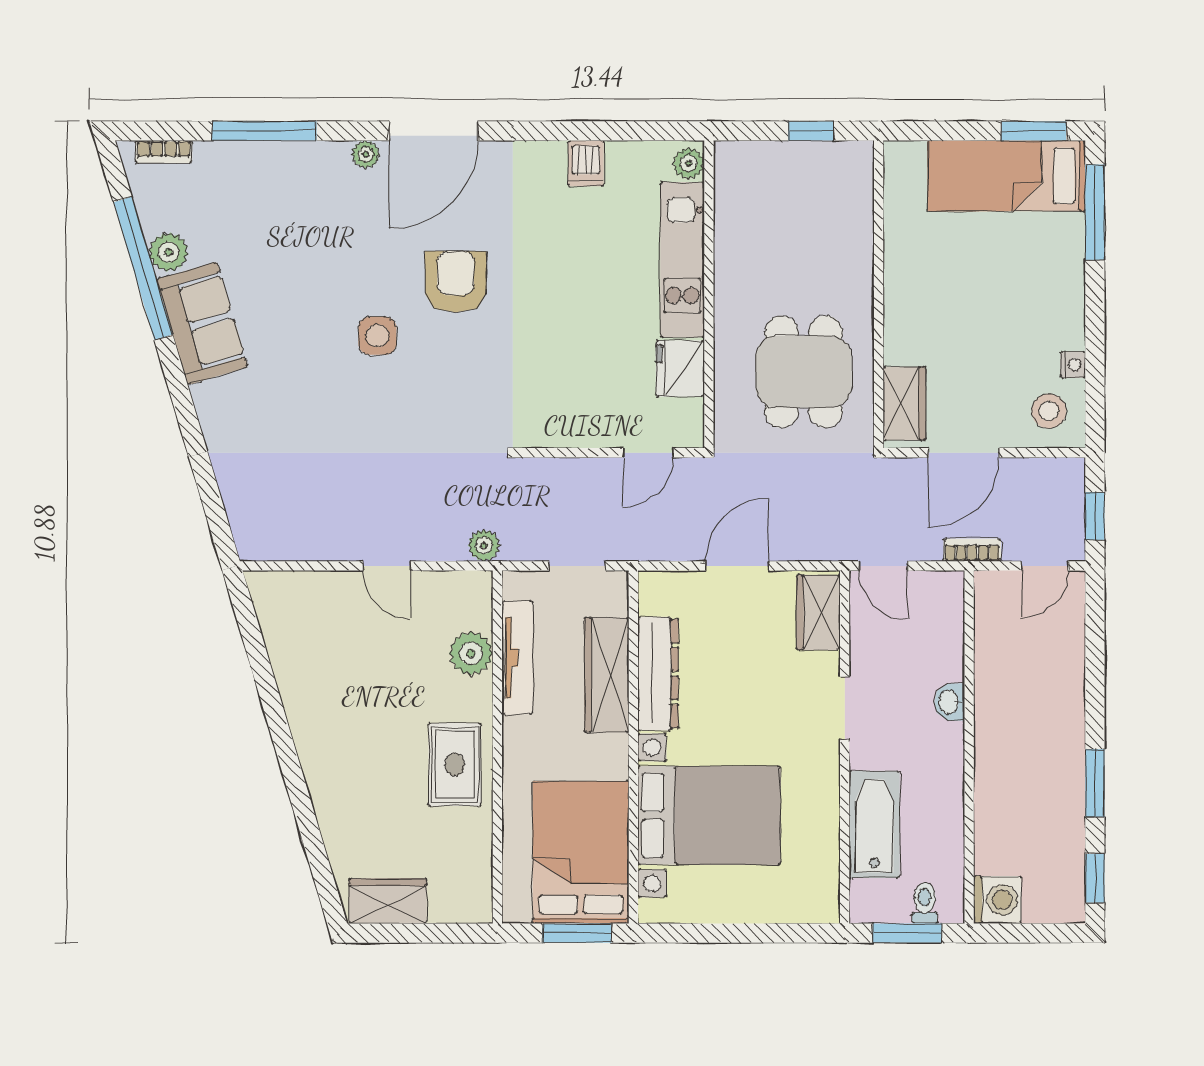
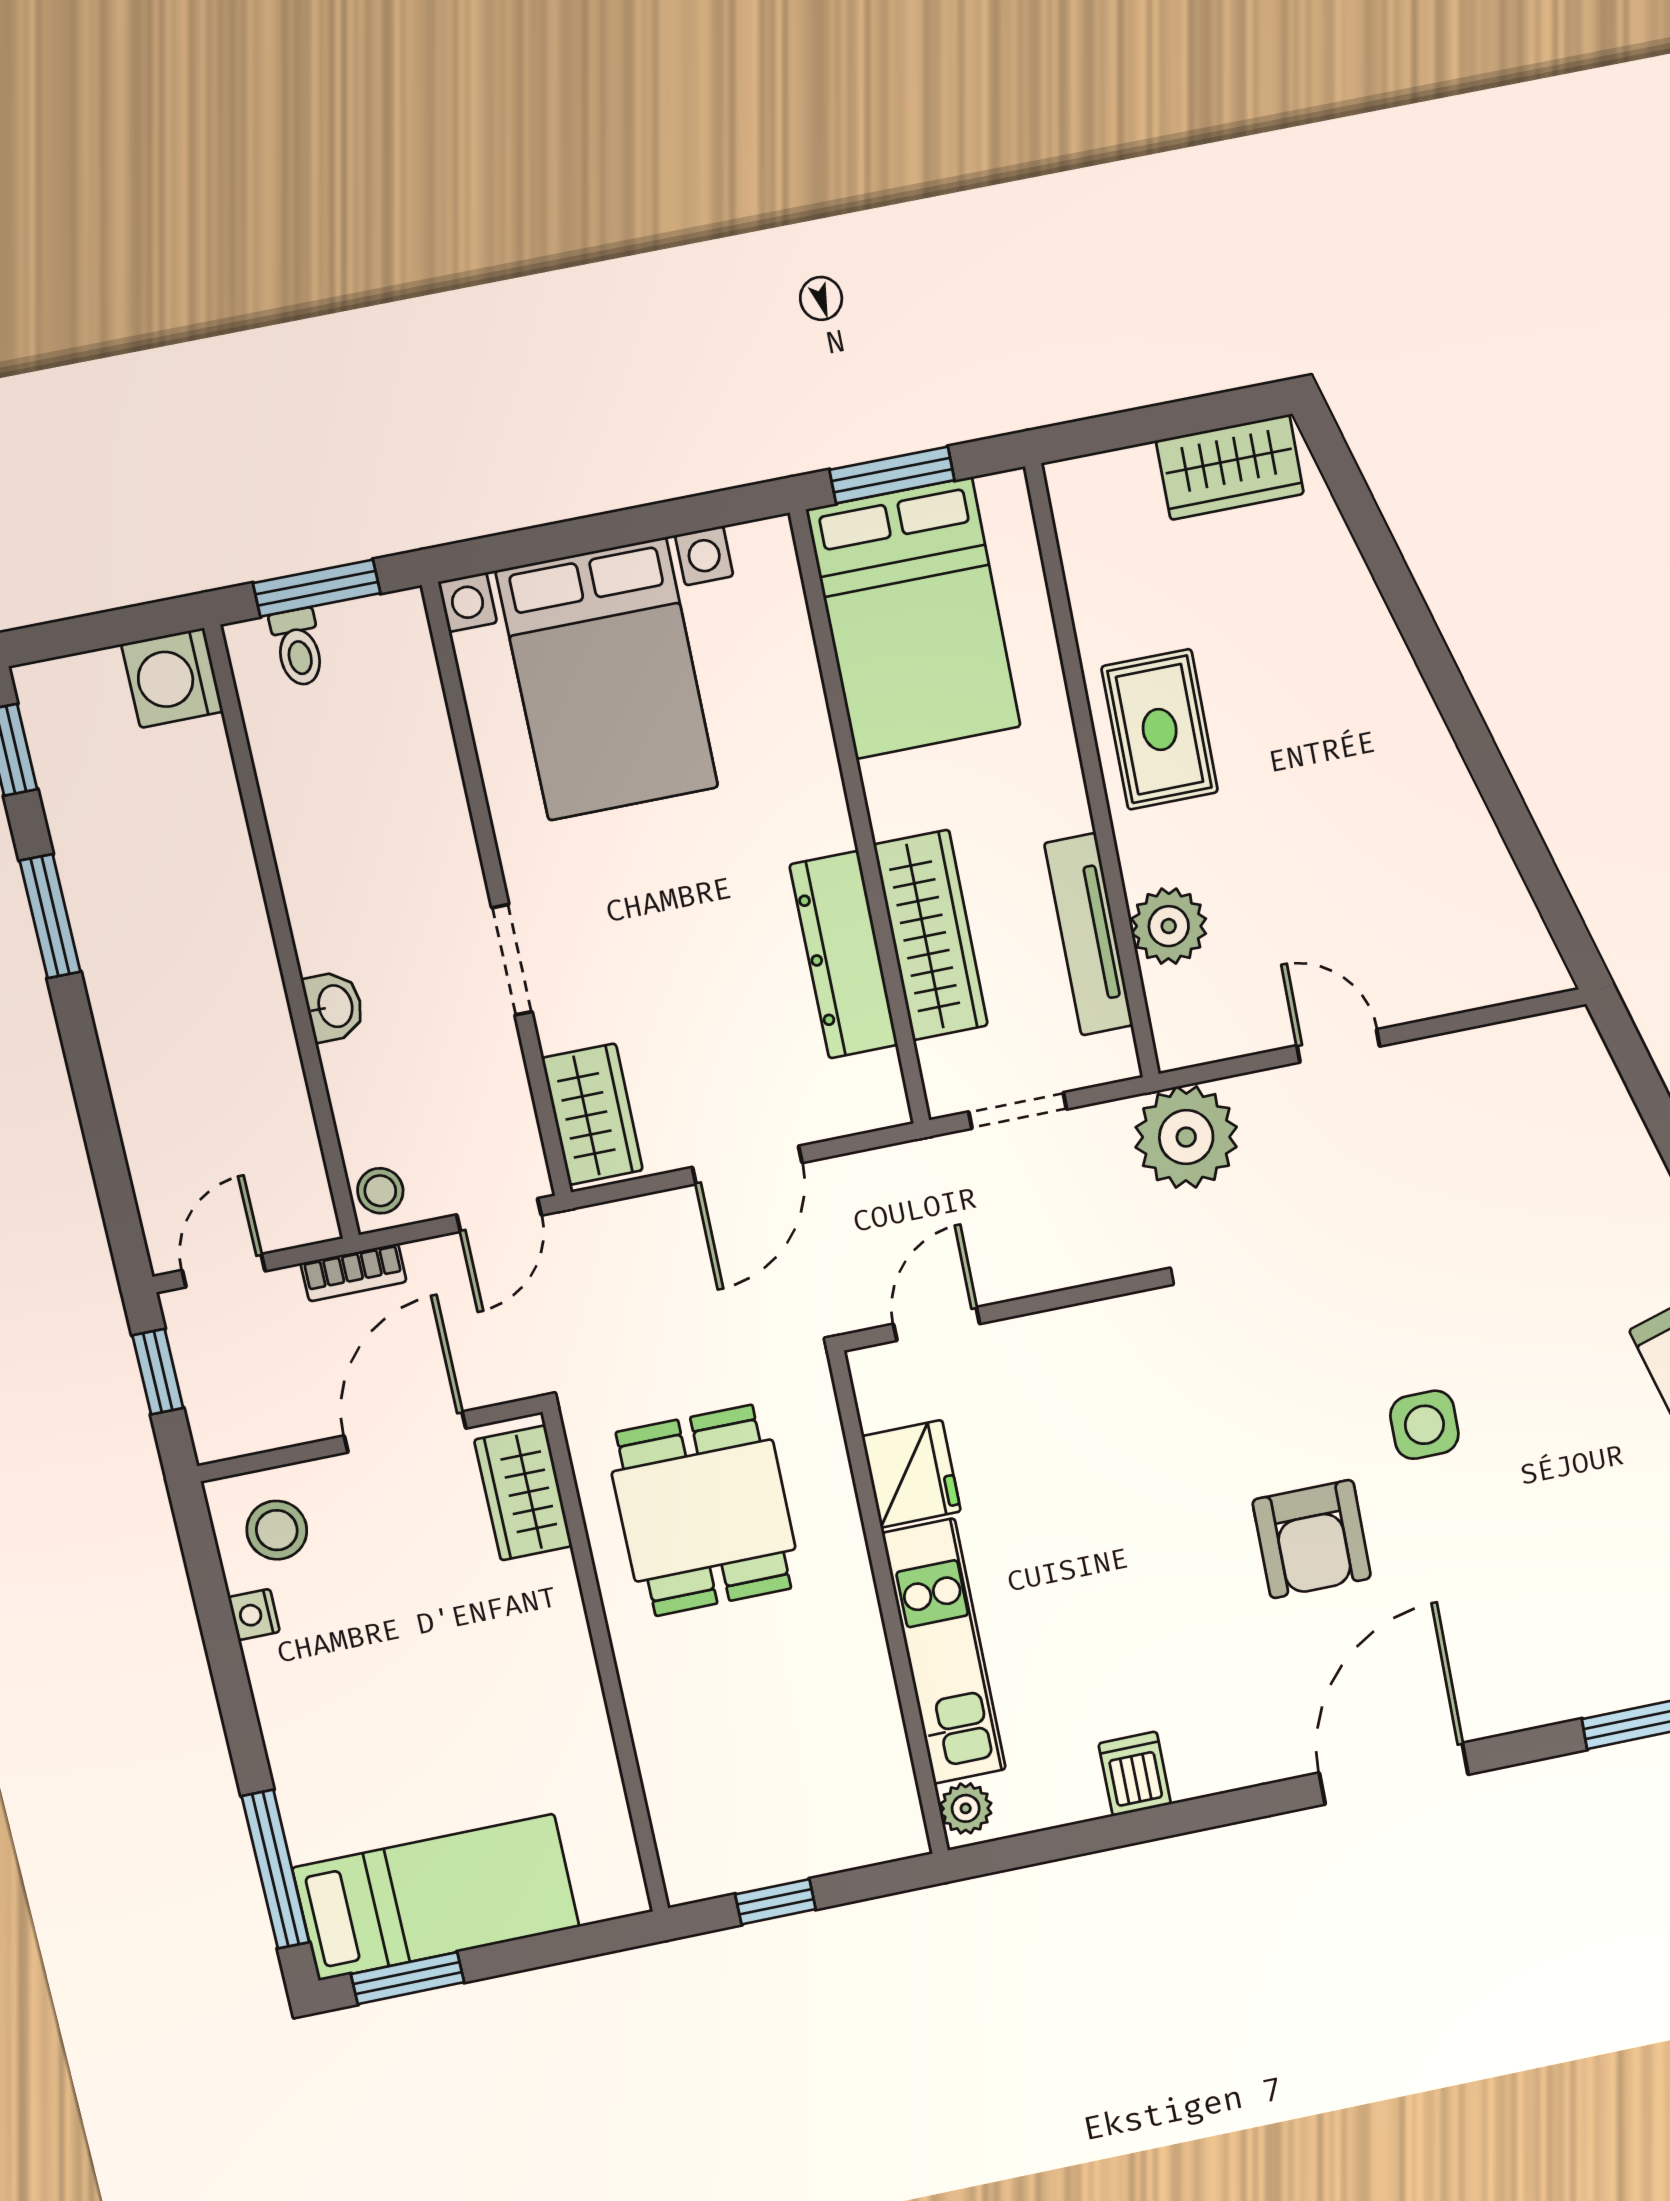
plant: (366, 154) -> (1497, 1713), removed
plant: (484, 545) -> (1186, 1137), width x1.87, depth x1.87
door: (883, 566) -> (499, 1215), swing flipped
stool: (947, 593) -> (380, 1191), added
bed with nightstands: (709, 815) -> (607, 679), moved, turned -90
bathtub: (874, 824) -> (416, 768), removed

